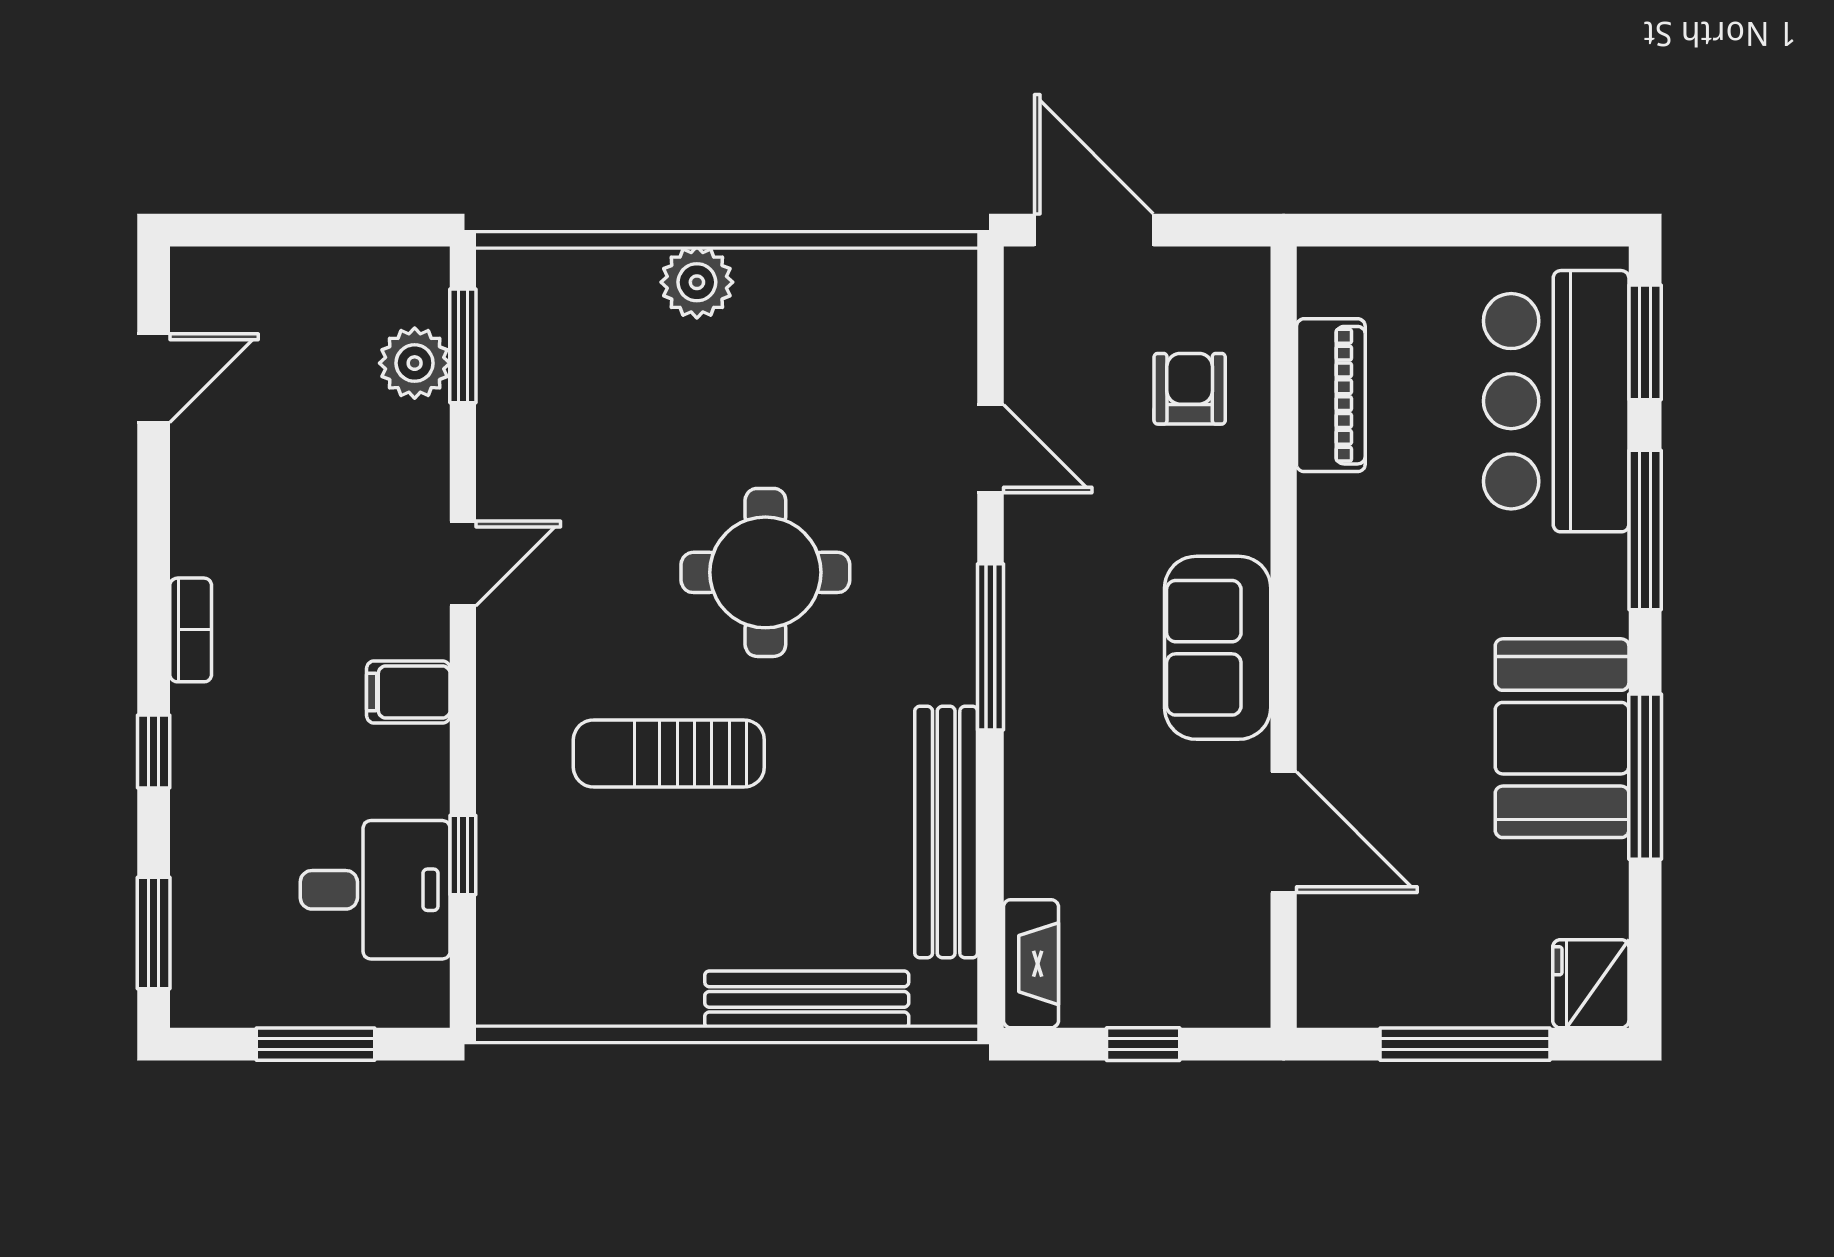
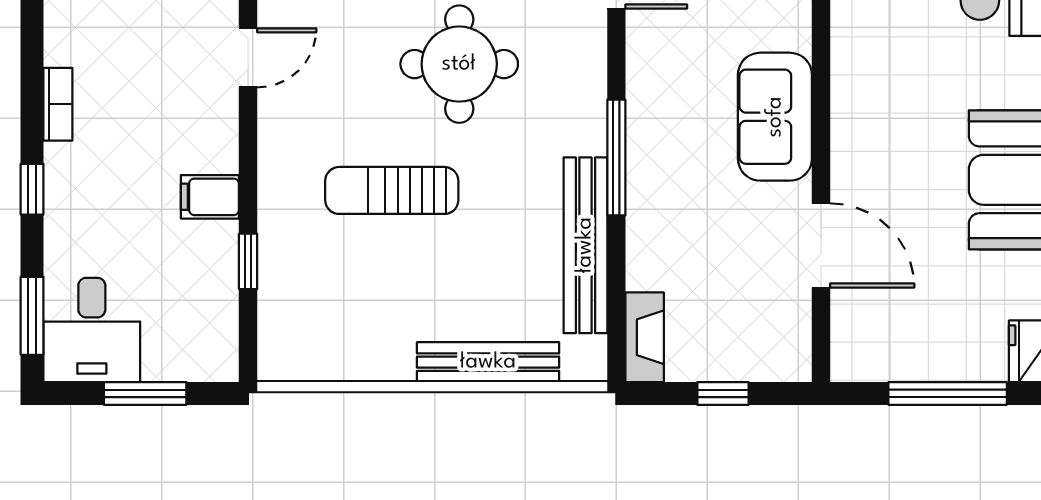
window: (991, 647) -> (616, 158), moved
filing cabinet: (408, 692) -> (210, 197), moved
desk: (375, 890) -> (92, 330), moved, turned 90

